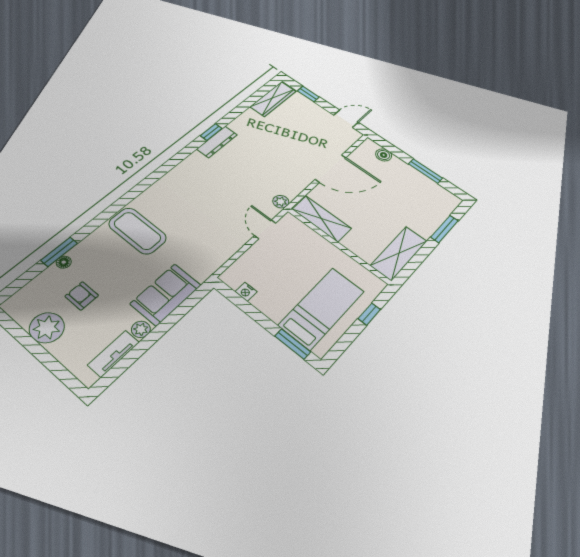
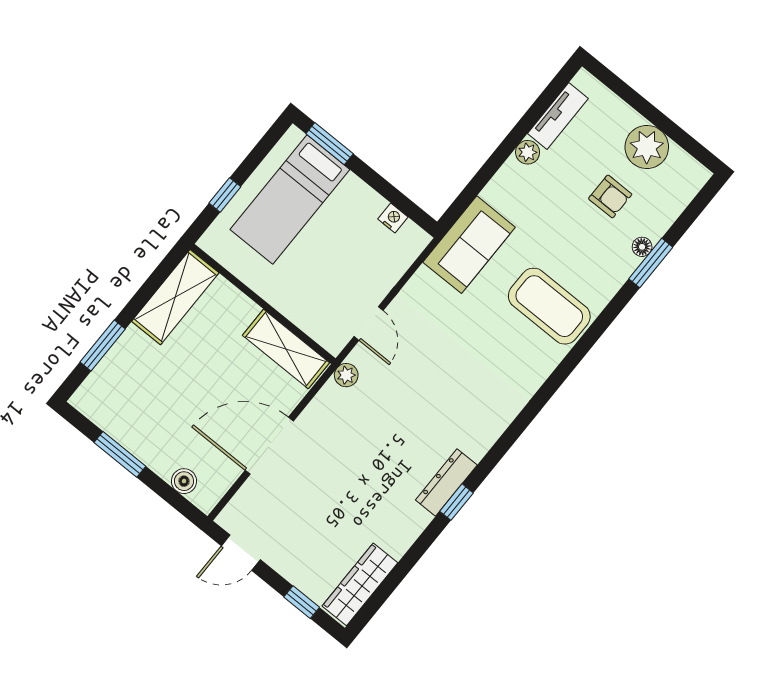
sofa: (166, 294) -> (469, 245), moved

